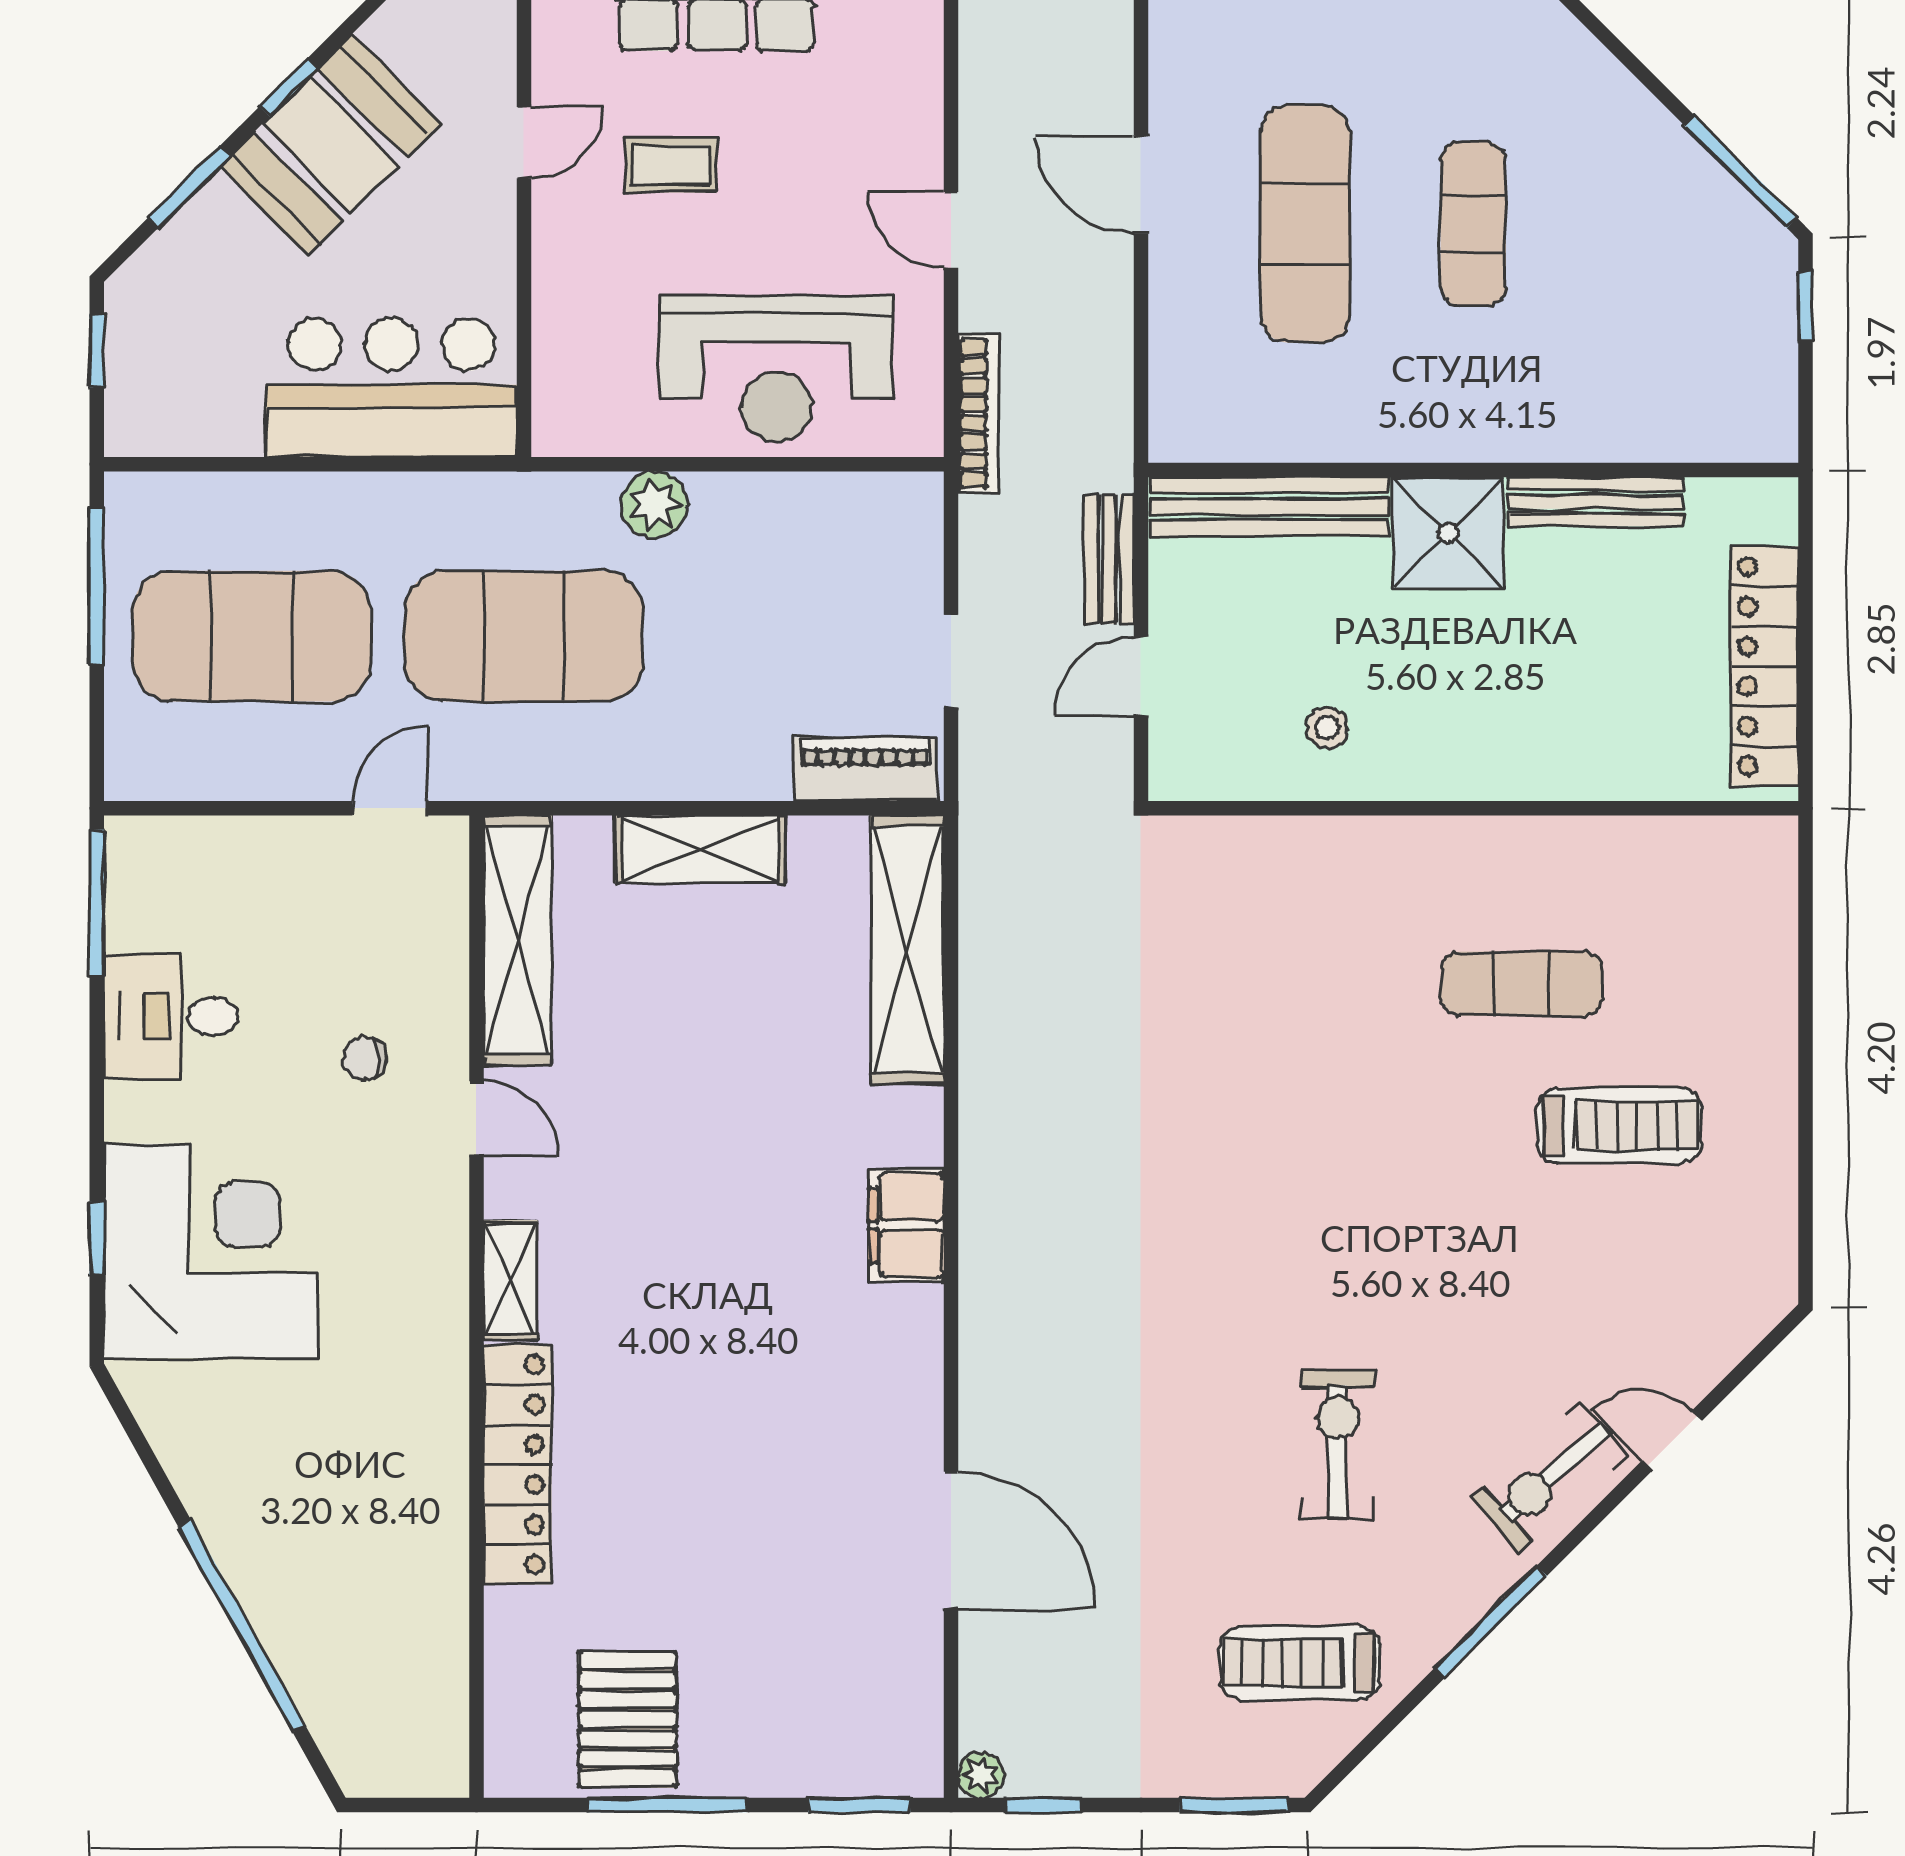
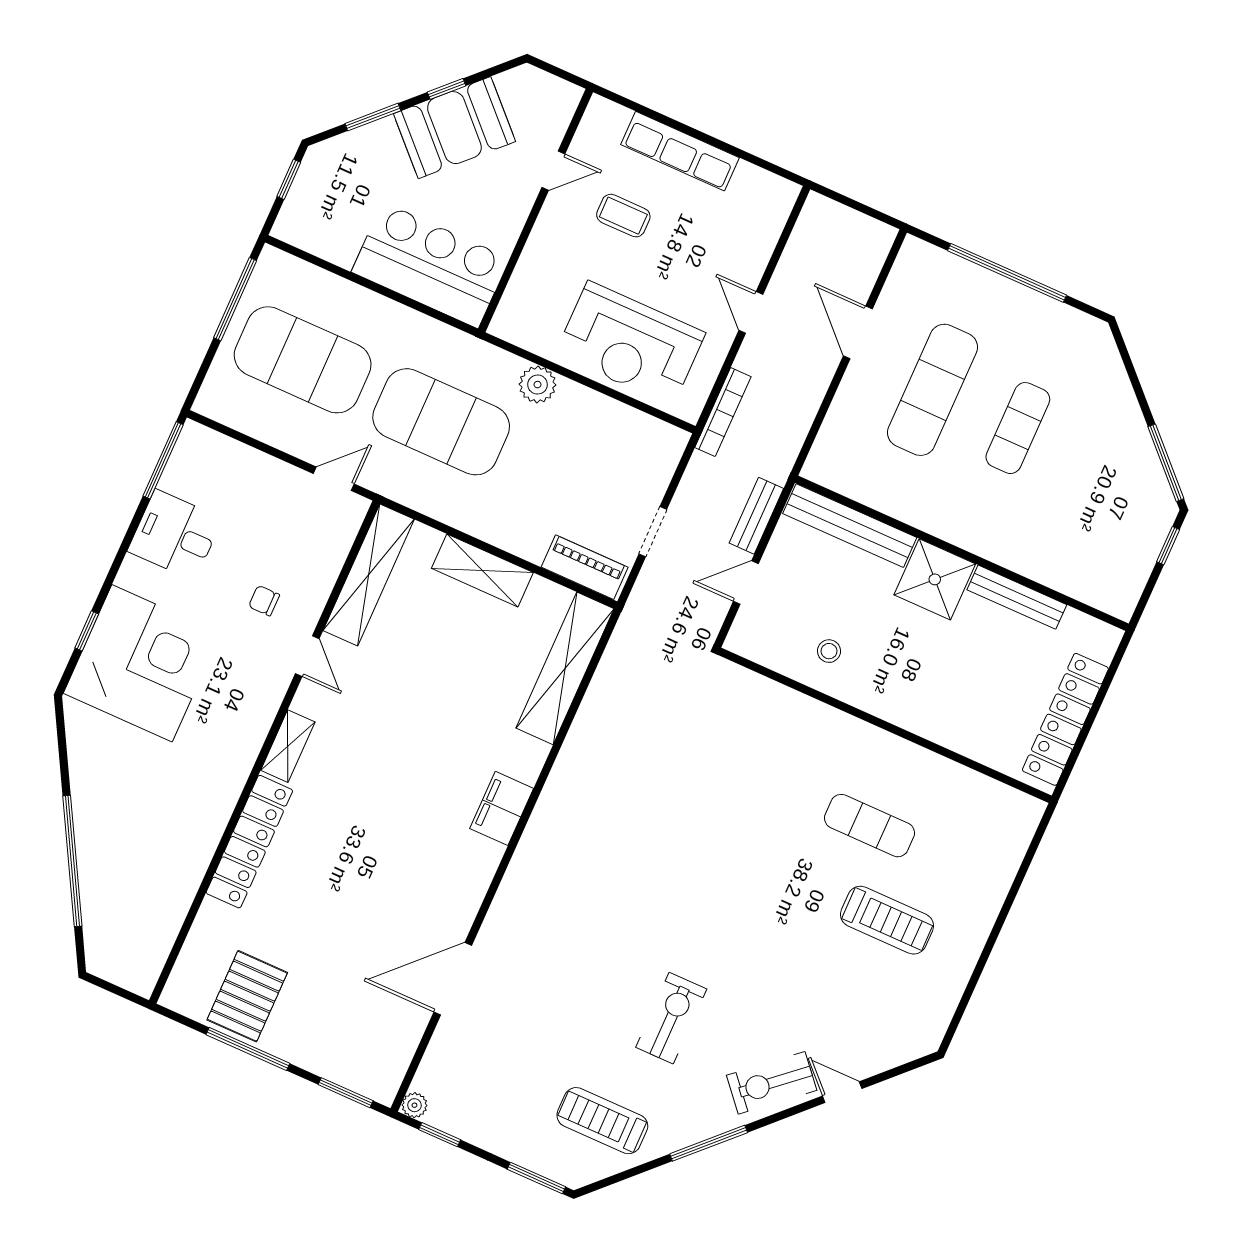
door: (951, 1540) -> (453, 979), swing flipped

